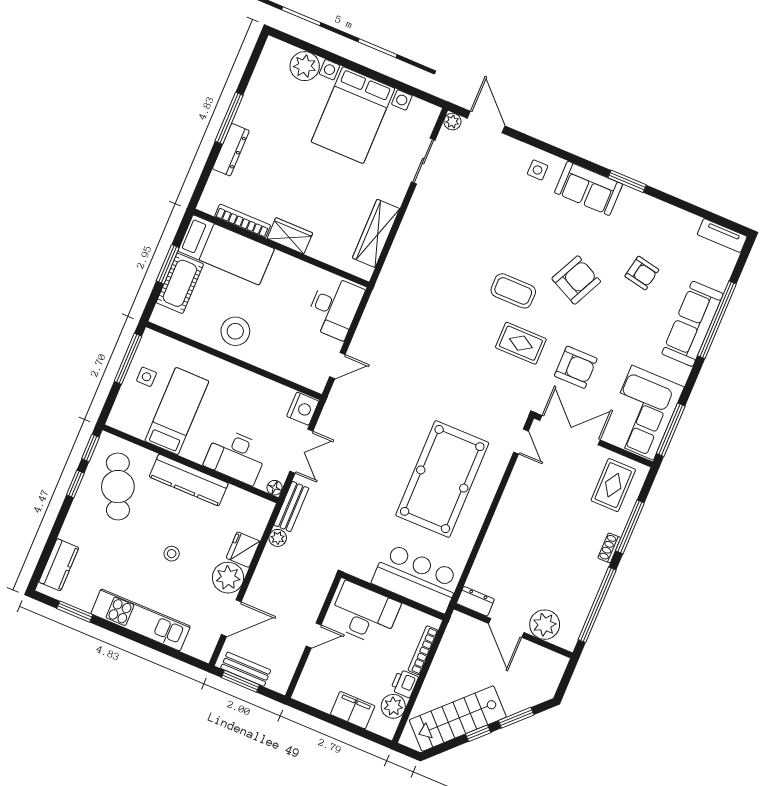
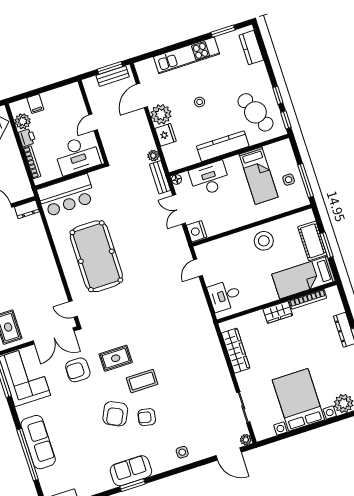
sofa: (589, 188) -> (131, 471), moved
armchair: (642, 273) -> (147, 417), moved
desk: (334, 307) -> (225, 296), width x0.73
filing cabinet: (353, 710) -> (35, 104), width x0.50

